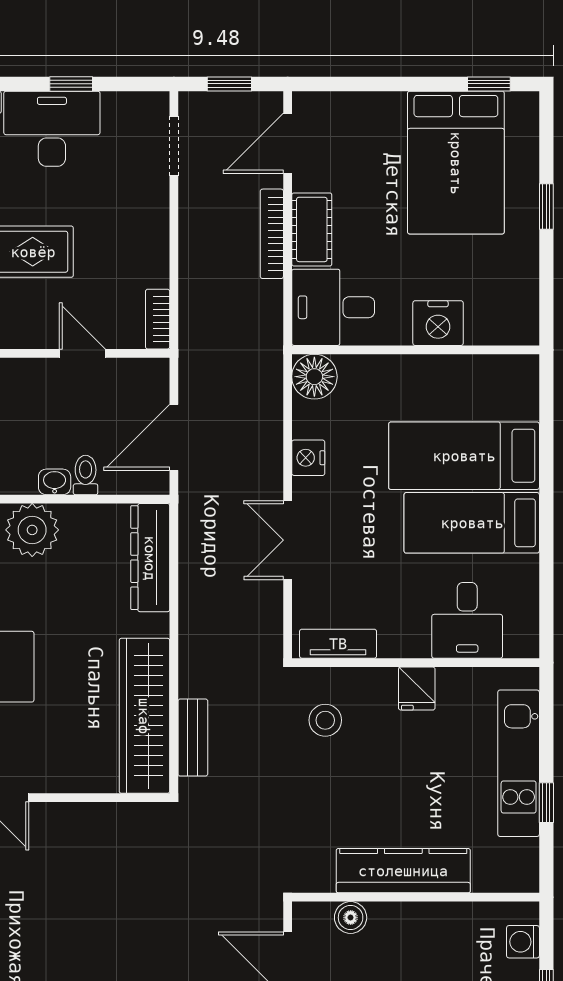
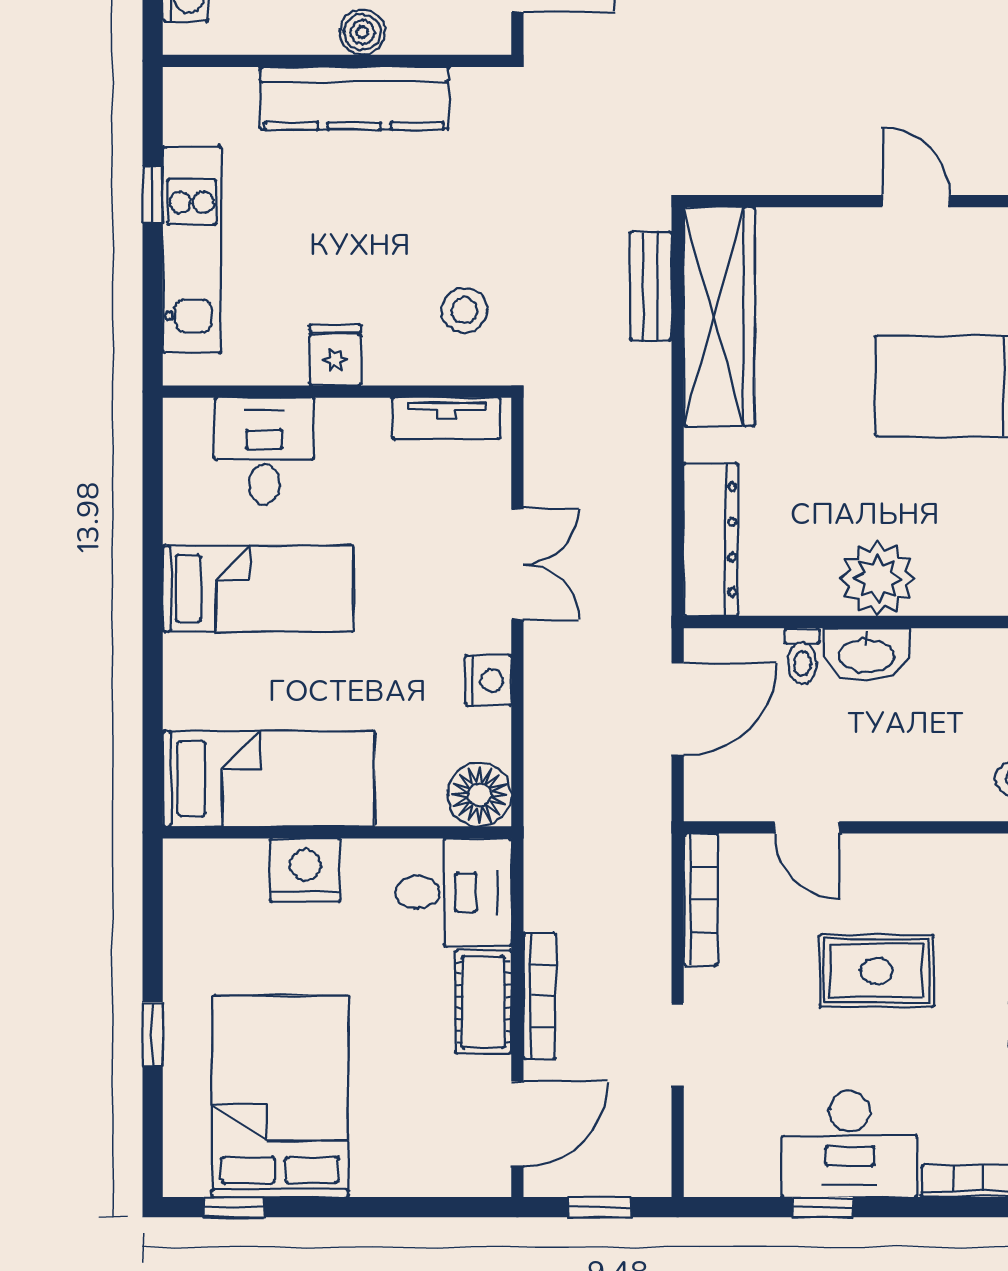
doorway: (174, 146) -> (678, 1045), moved
bookcase: (158, 319) -> (701, 900), width x1.56
bed: (464, 456) -> (269, 779), moved
washbasin: (55, 482) -> (866, 654), width x1.91, depth x1.45
boiler: (351, 918) -> (362, 32), moved

